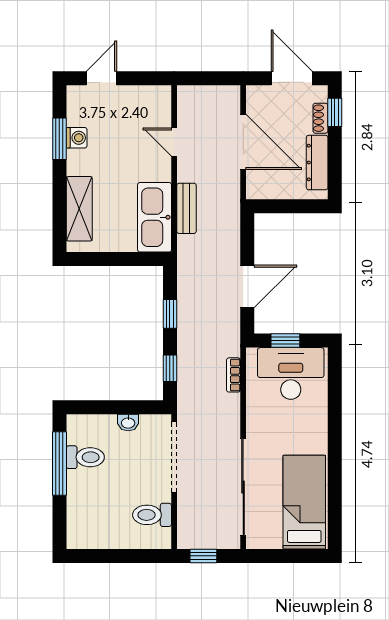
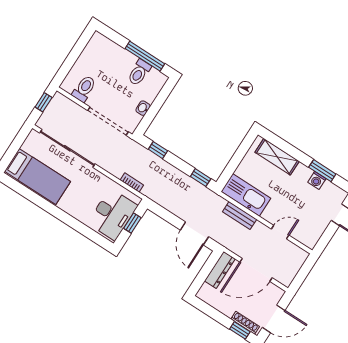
shoe rack: (320, 118) -> (245, 323), width x1.43
dresser: (317, 163) -> (220, 270), moved, turned 90
door: (247, 286) -> (194, 233), moved
window: (170, 314) -> (201, 178), moved

